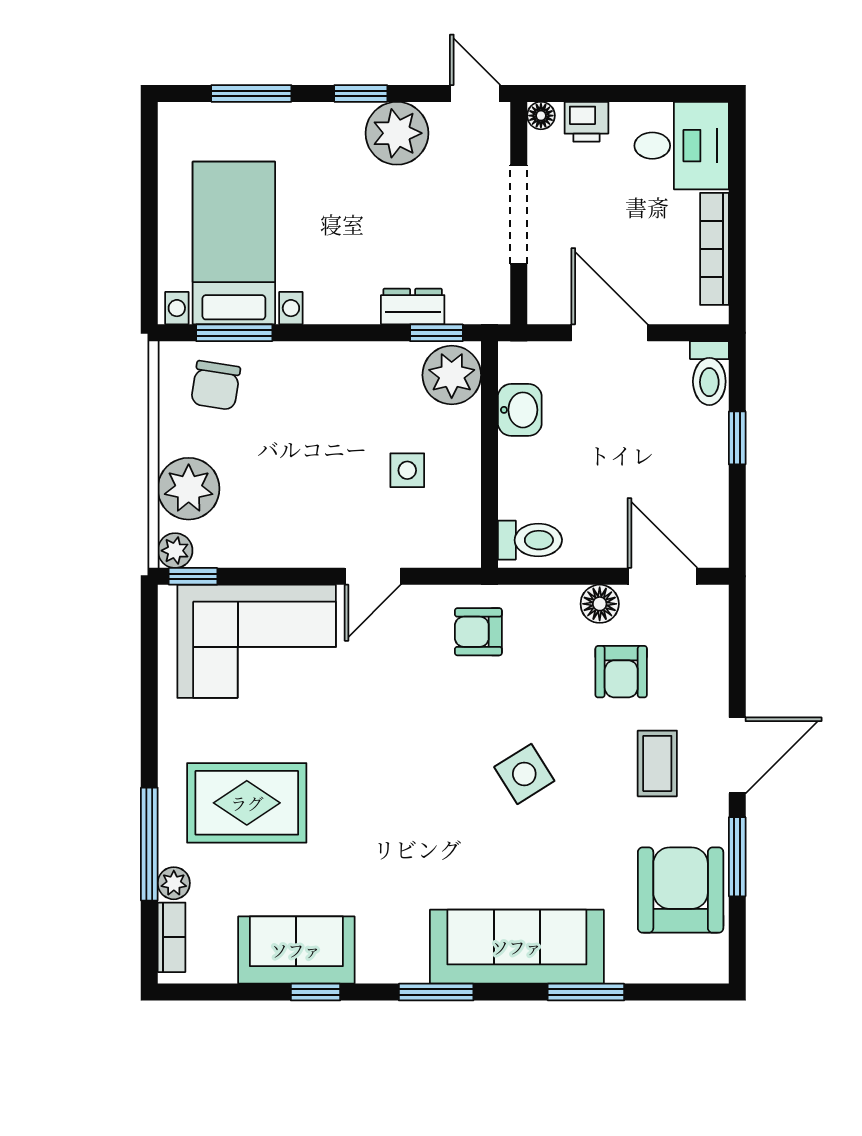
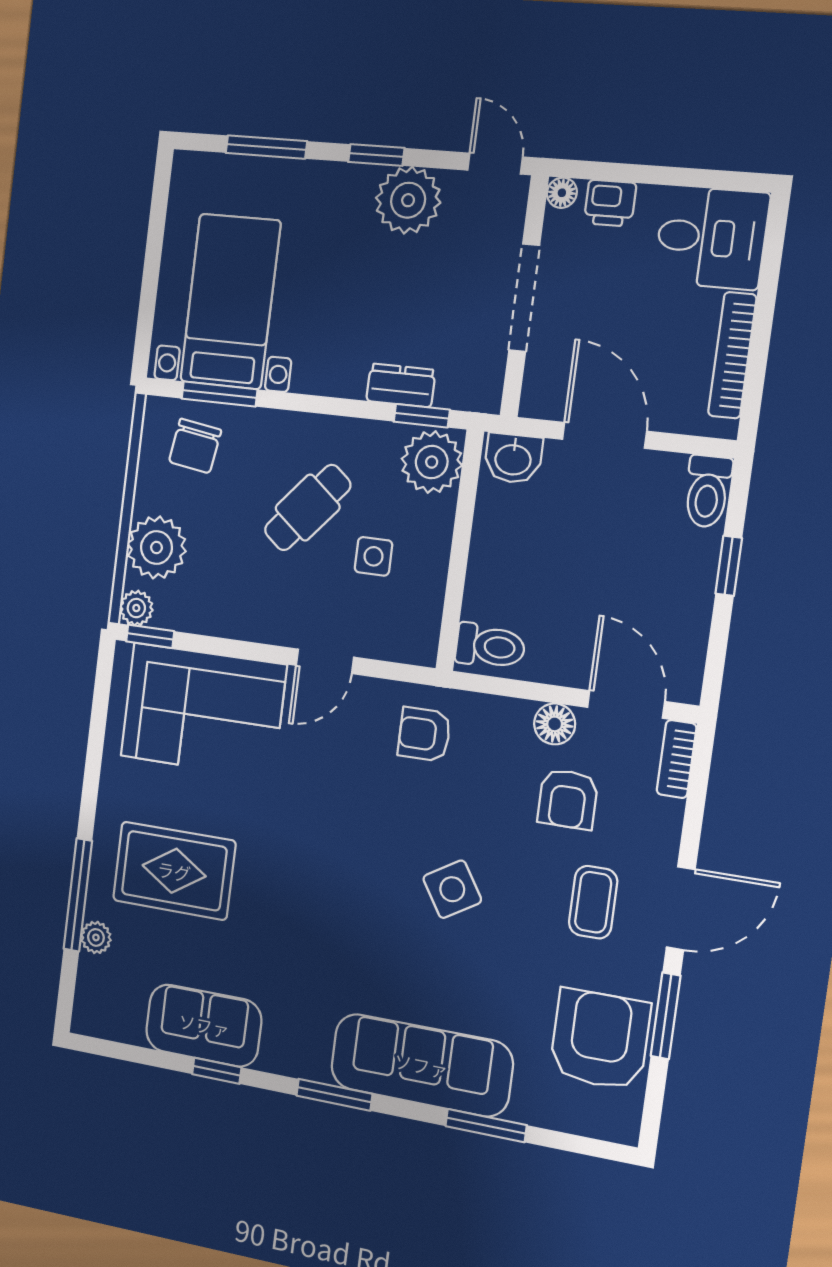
washbasin: (520, 410) -> (513, 458), moved, turned 90
cafe table: (337, 432) -> (308, 508), added
bookcase: (172, 937) -> (677, 759), moved, turned 180

